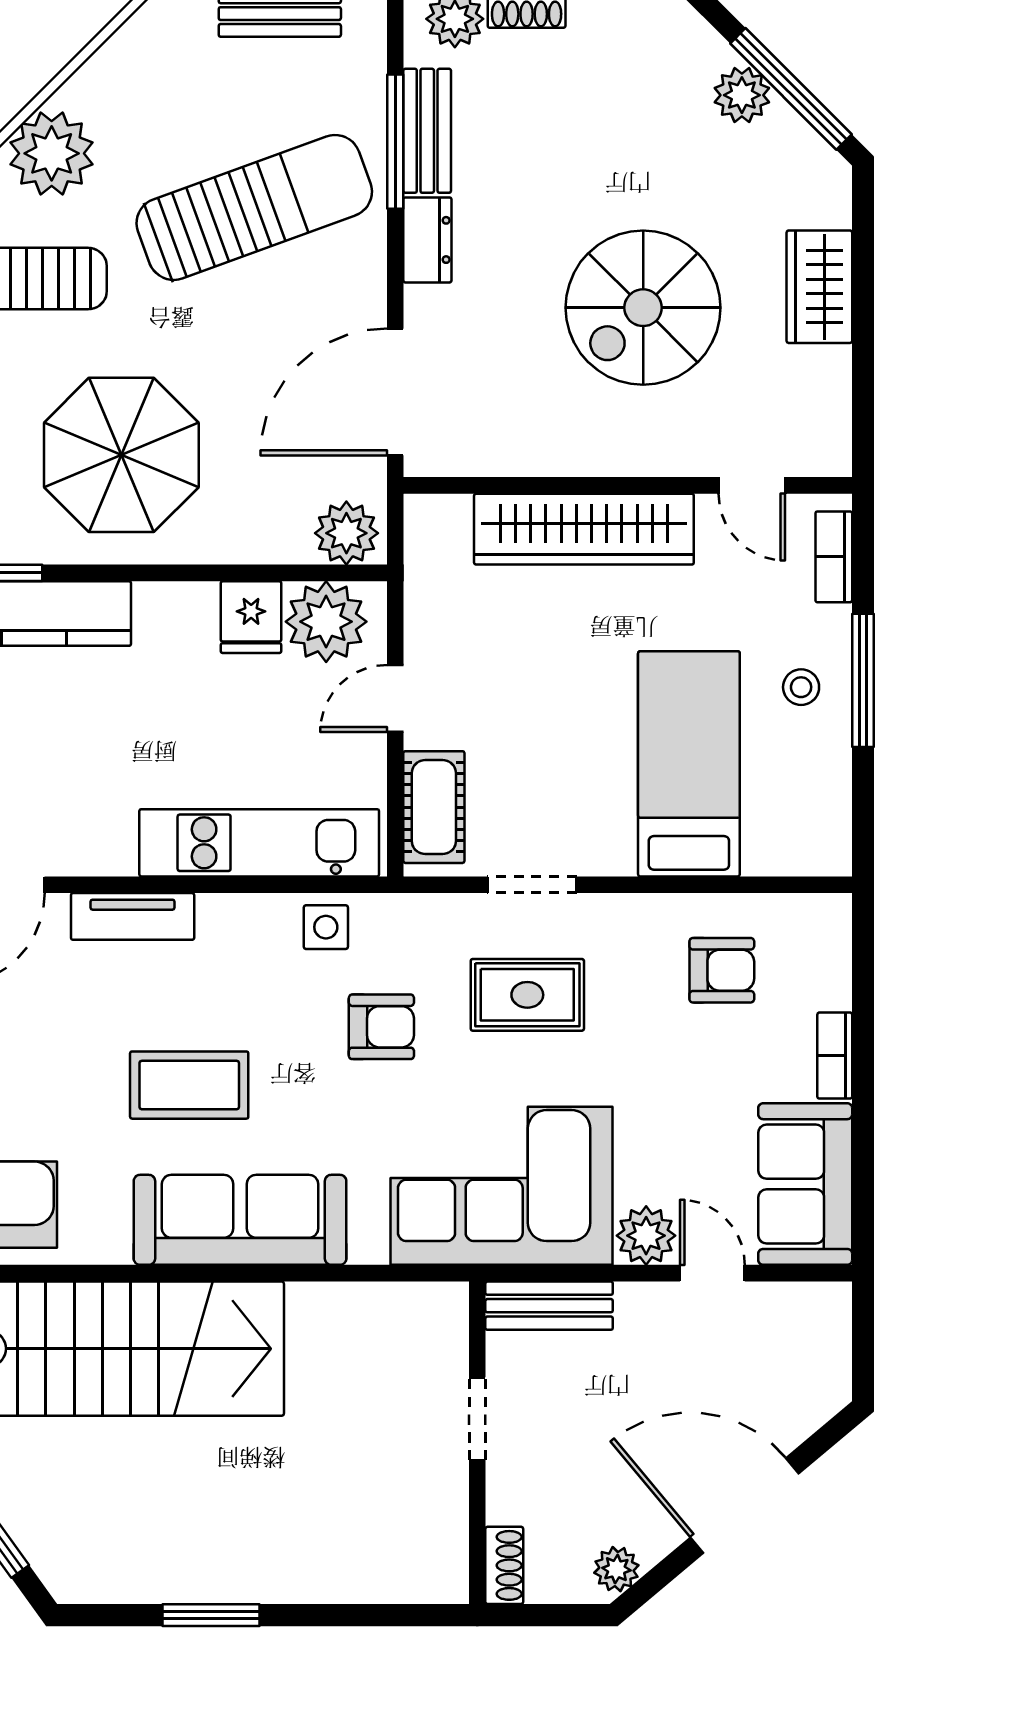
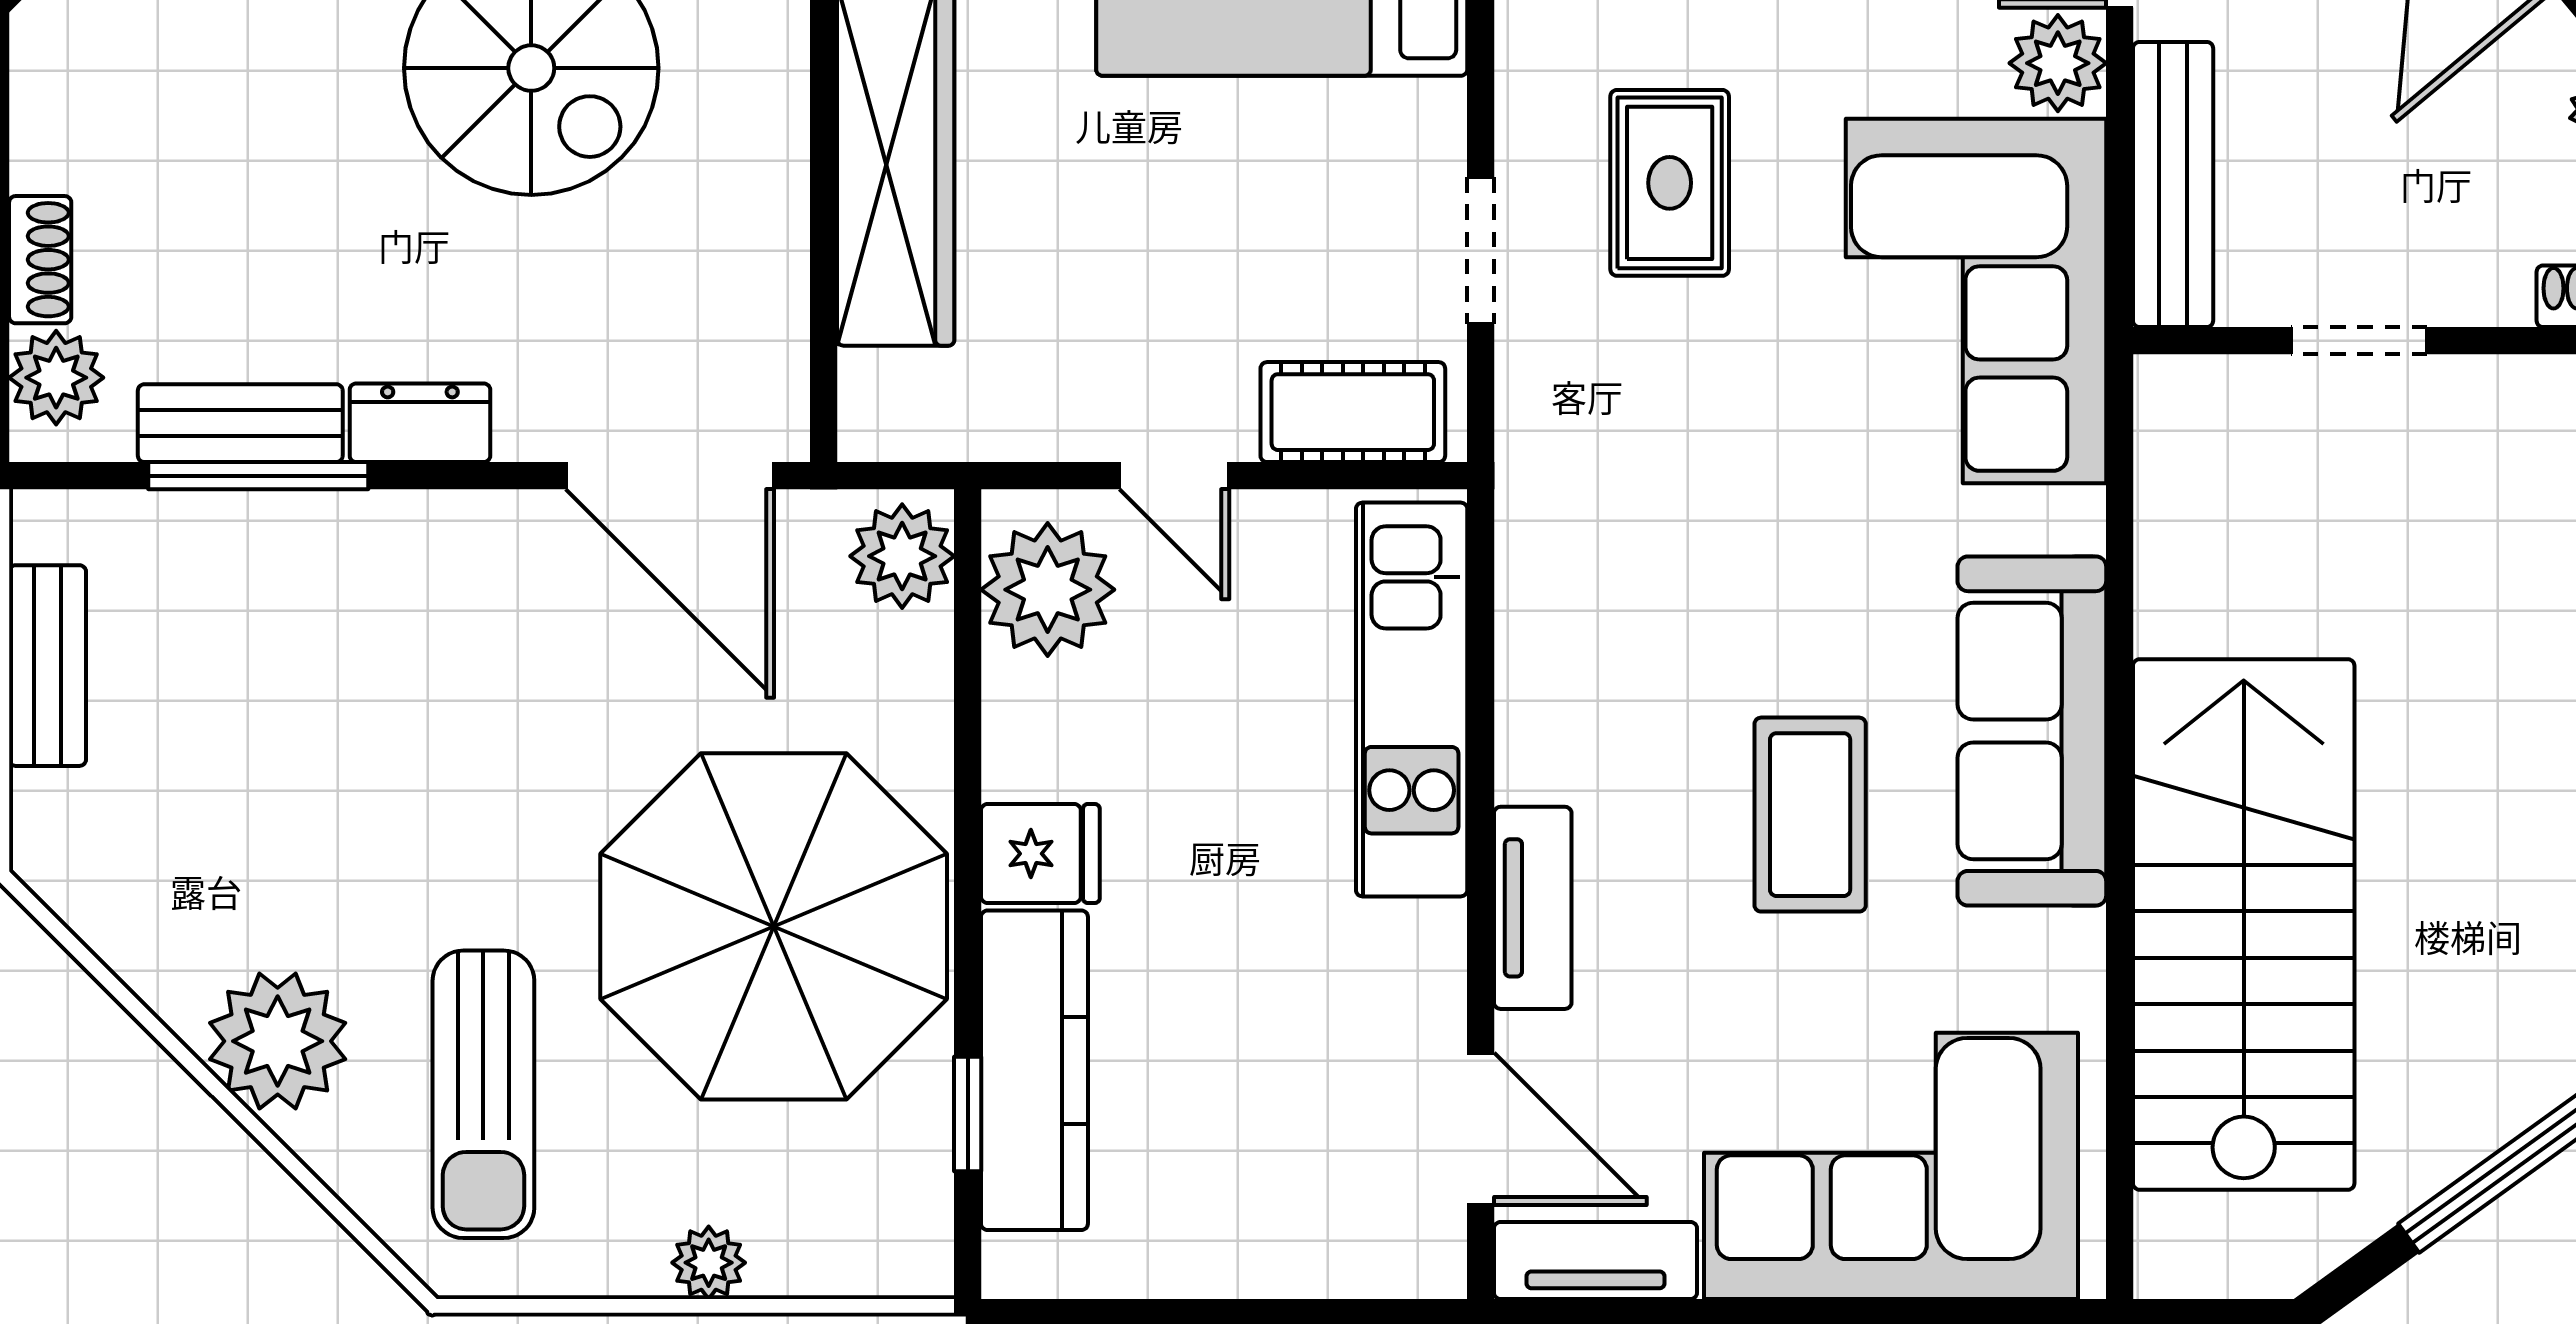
sun lounger: (254, 207) -> (366, 708), removed
parasol: (121, 455) -> (774, 926), width x1.36, depth x1.36
fridge: (251, 617) -> (1040, 854), moved
side table: (326, 927) -> (1550, 590), removed
rug: (527, 995) -> (1670, 183), moved
armchair: (381, 1027) -> (1714, 498), removed
bench: (549, 1306) -> (2173, 185), width x1.36

